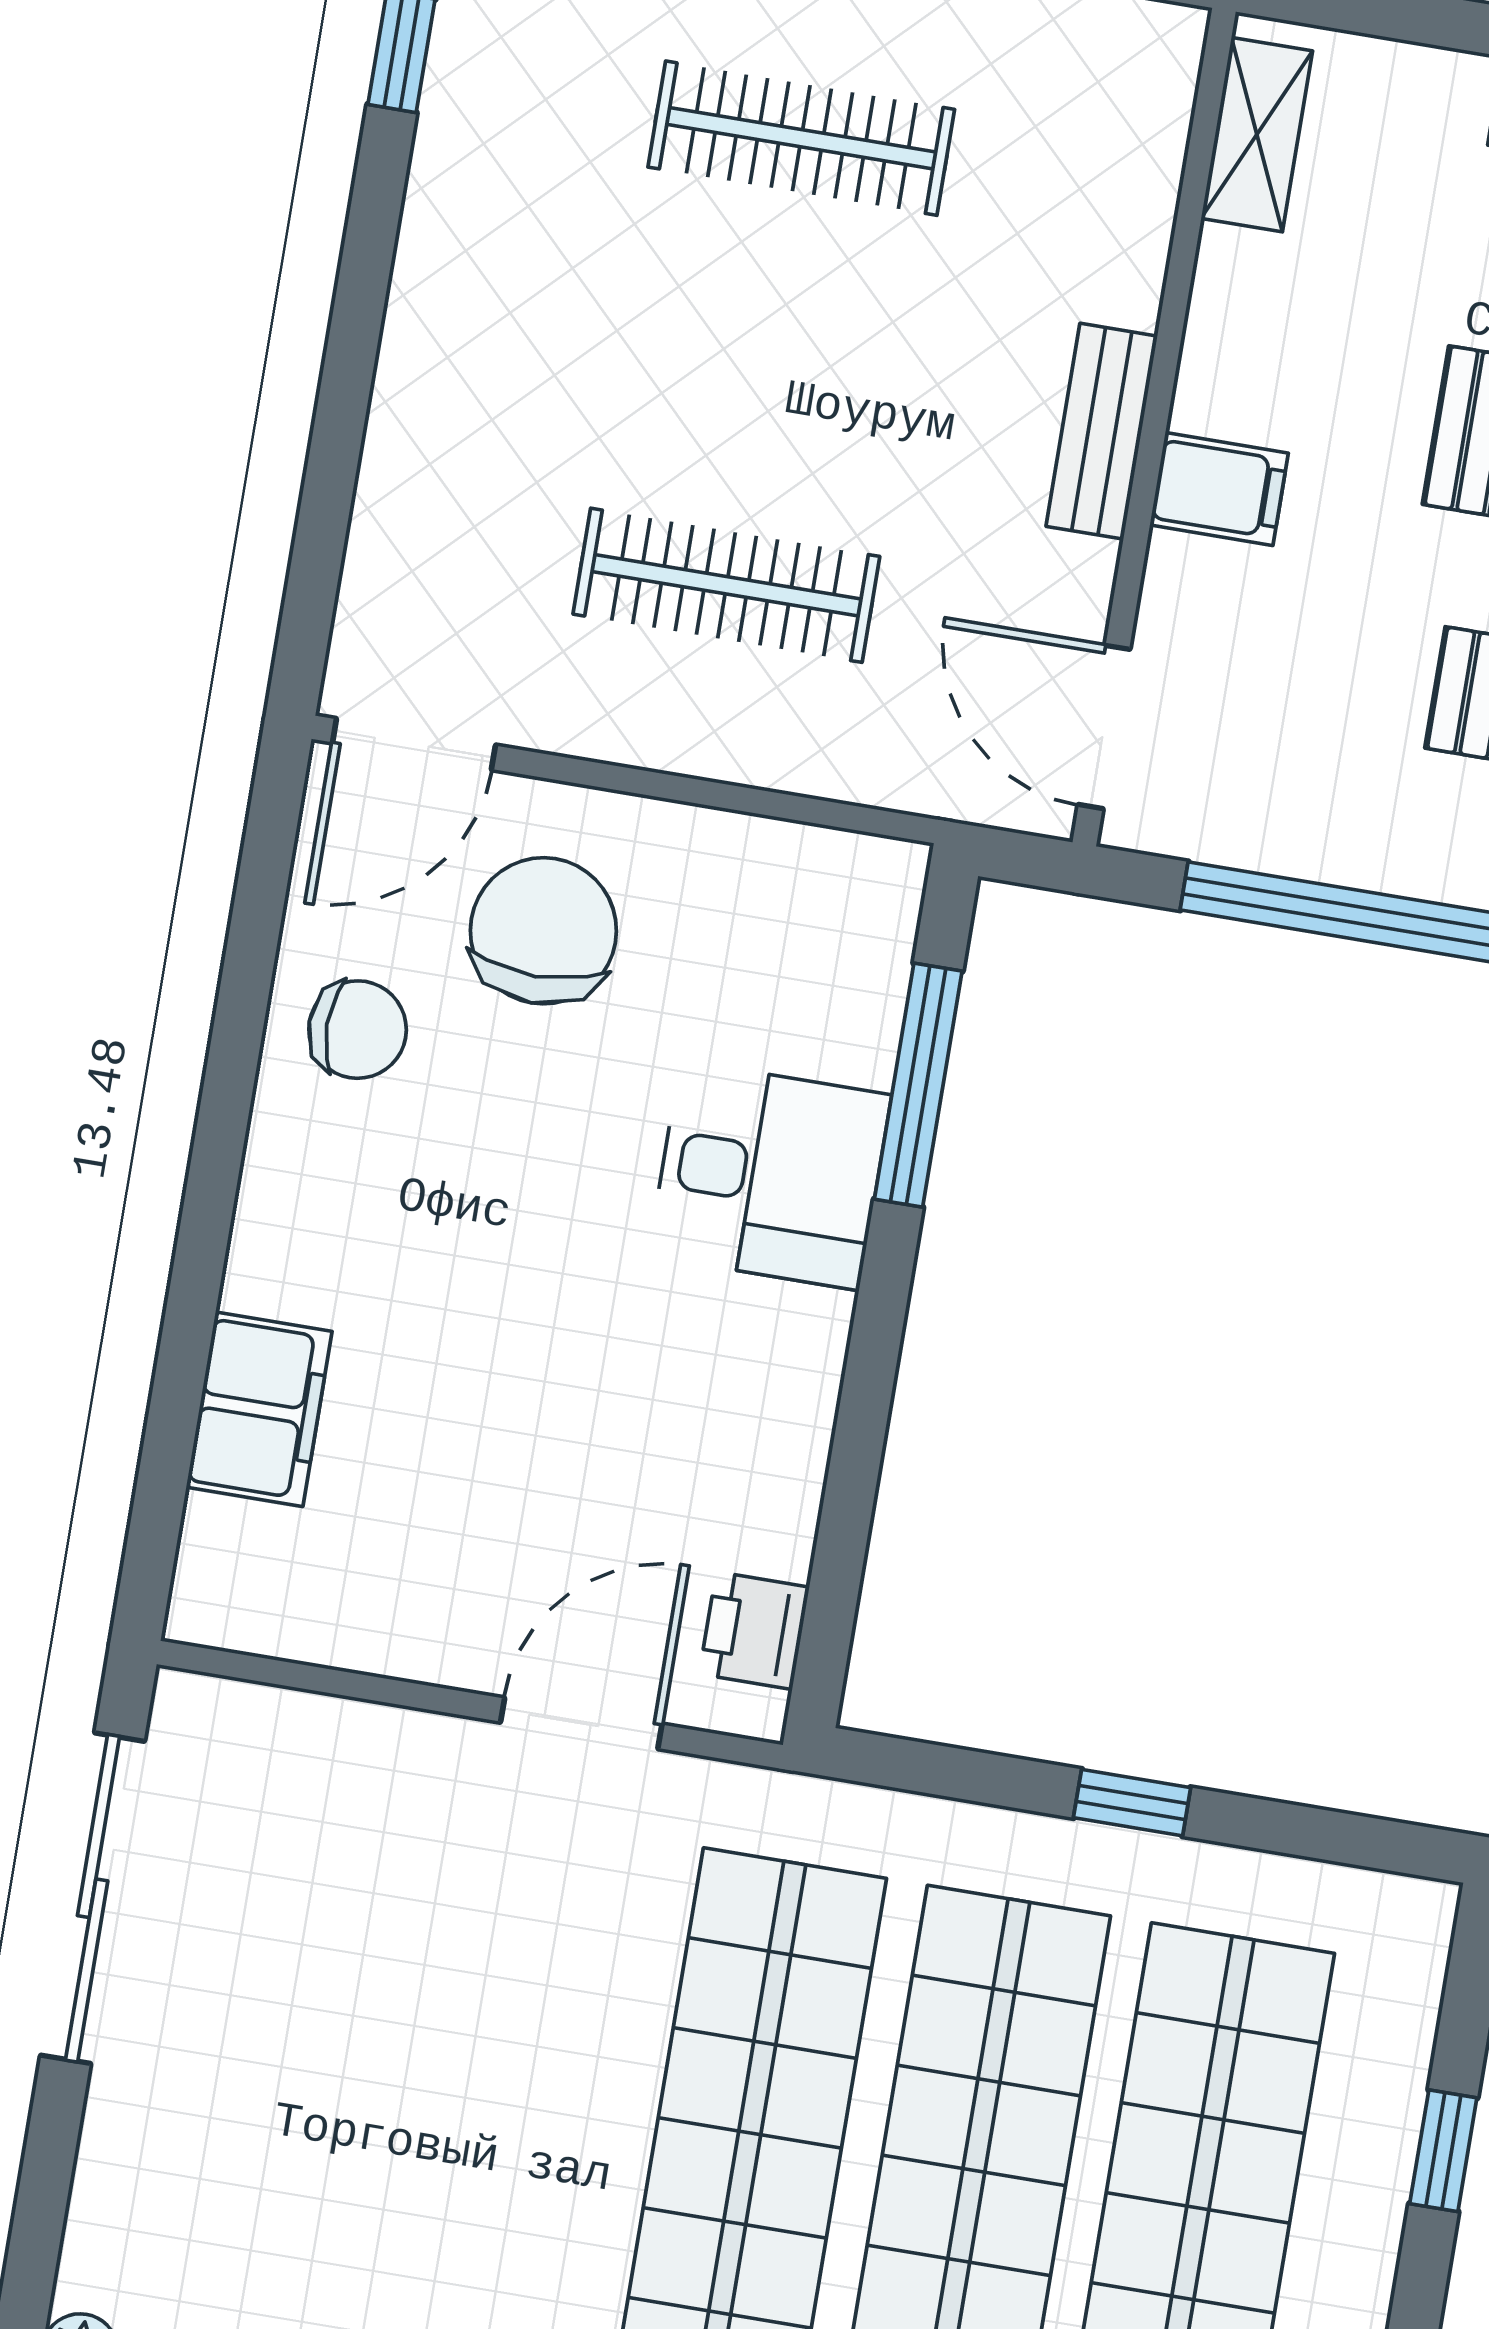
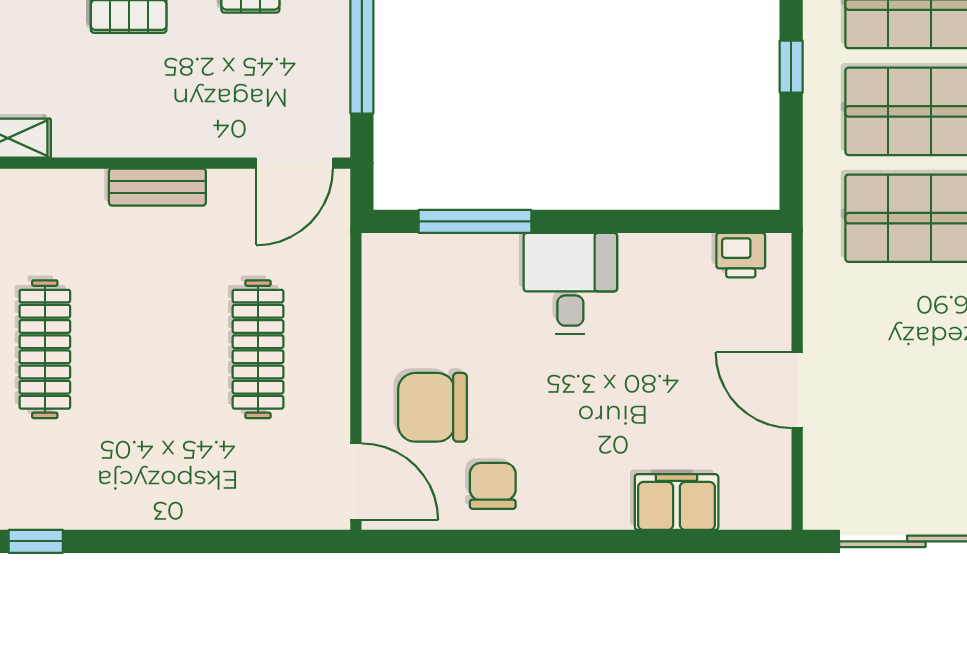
filing cabinet: (1219, 489) -> (175, 128), removed
desk: (770, 1175) -> (570, 283), moved
door: (581, 1723) -> (797, 390), moved

